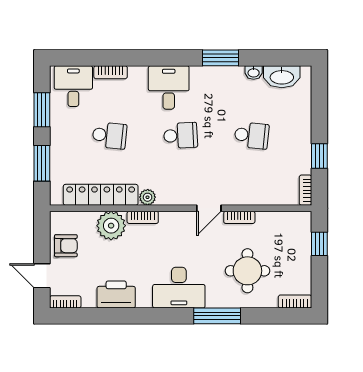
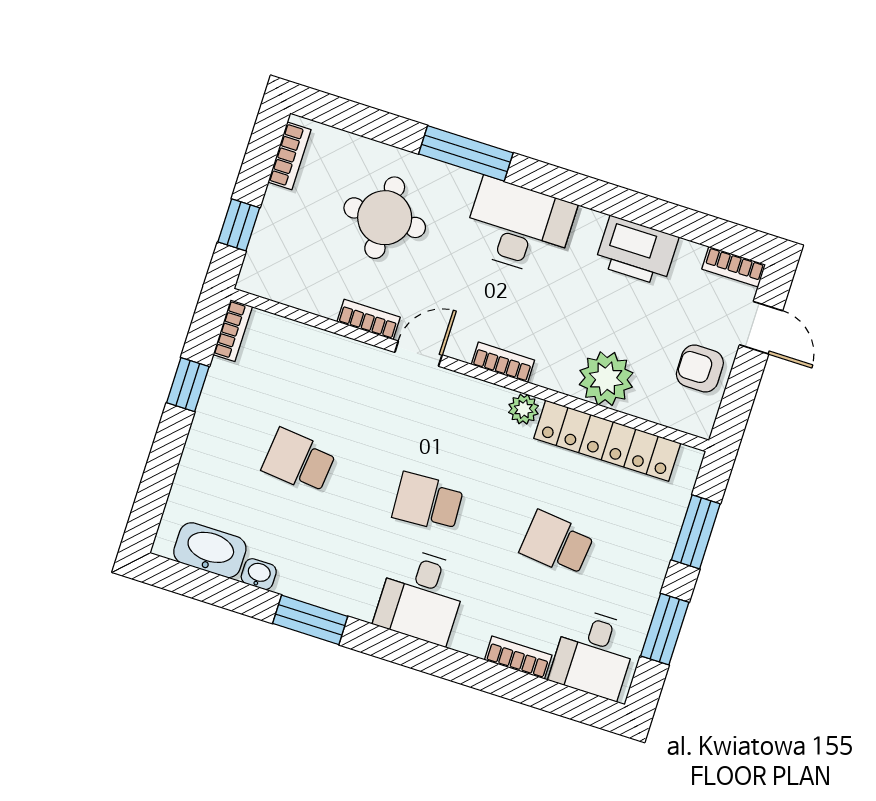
bookcase: (143, 217) -> (503, 362), moved
bookcase: (295, 302) -> (290, 156), moved, turned -90

